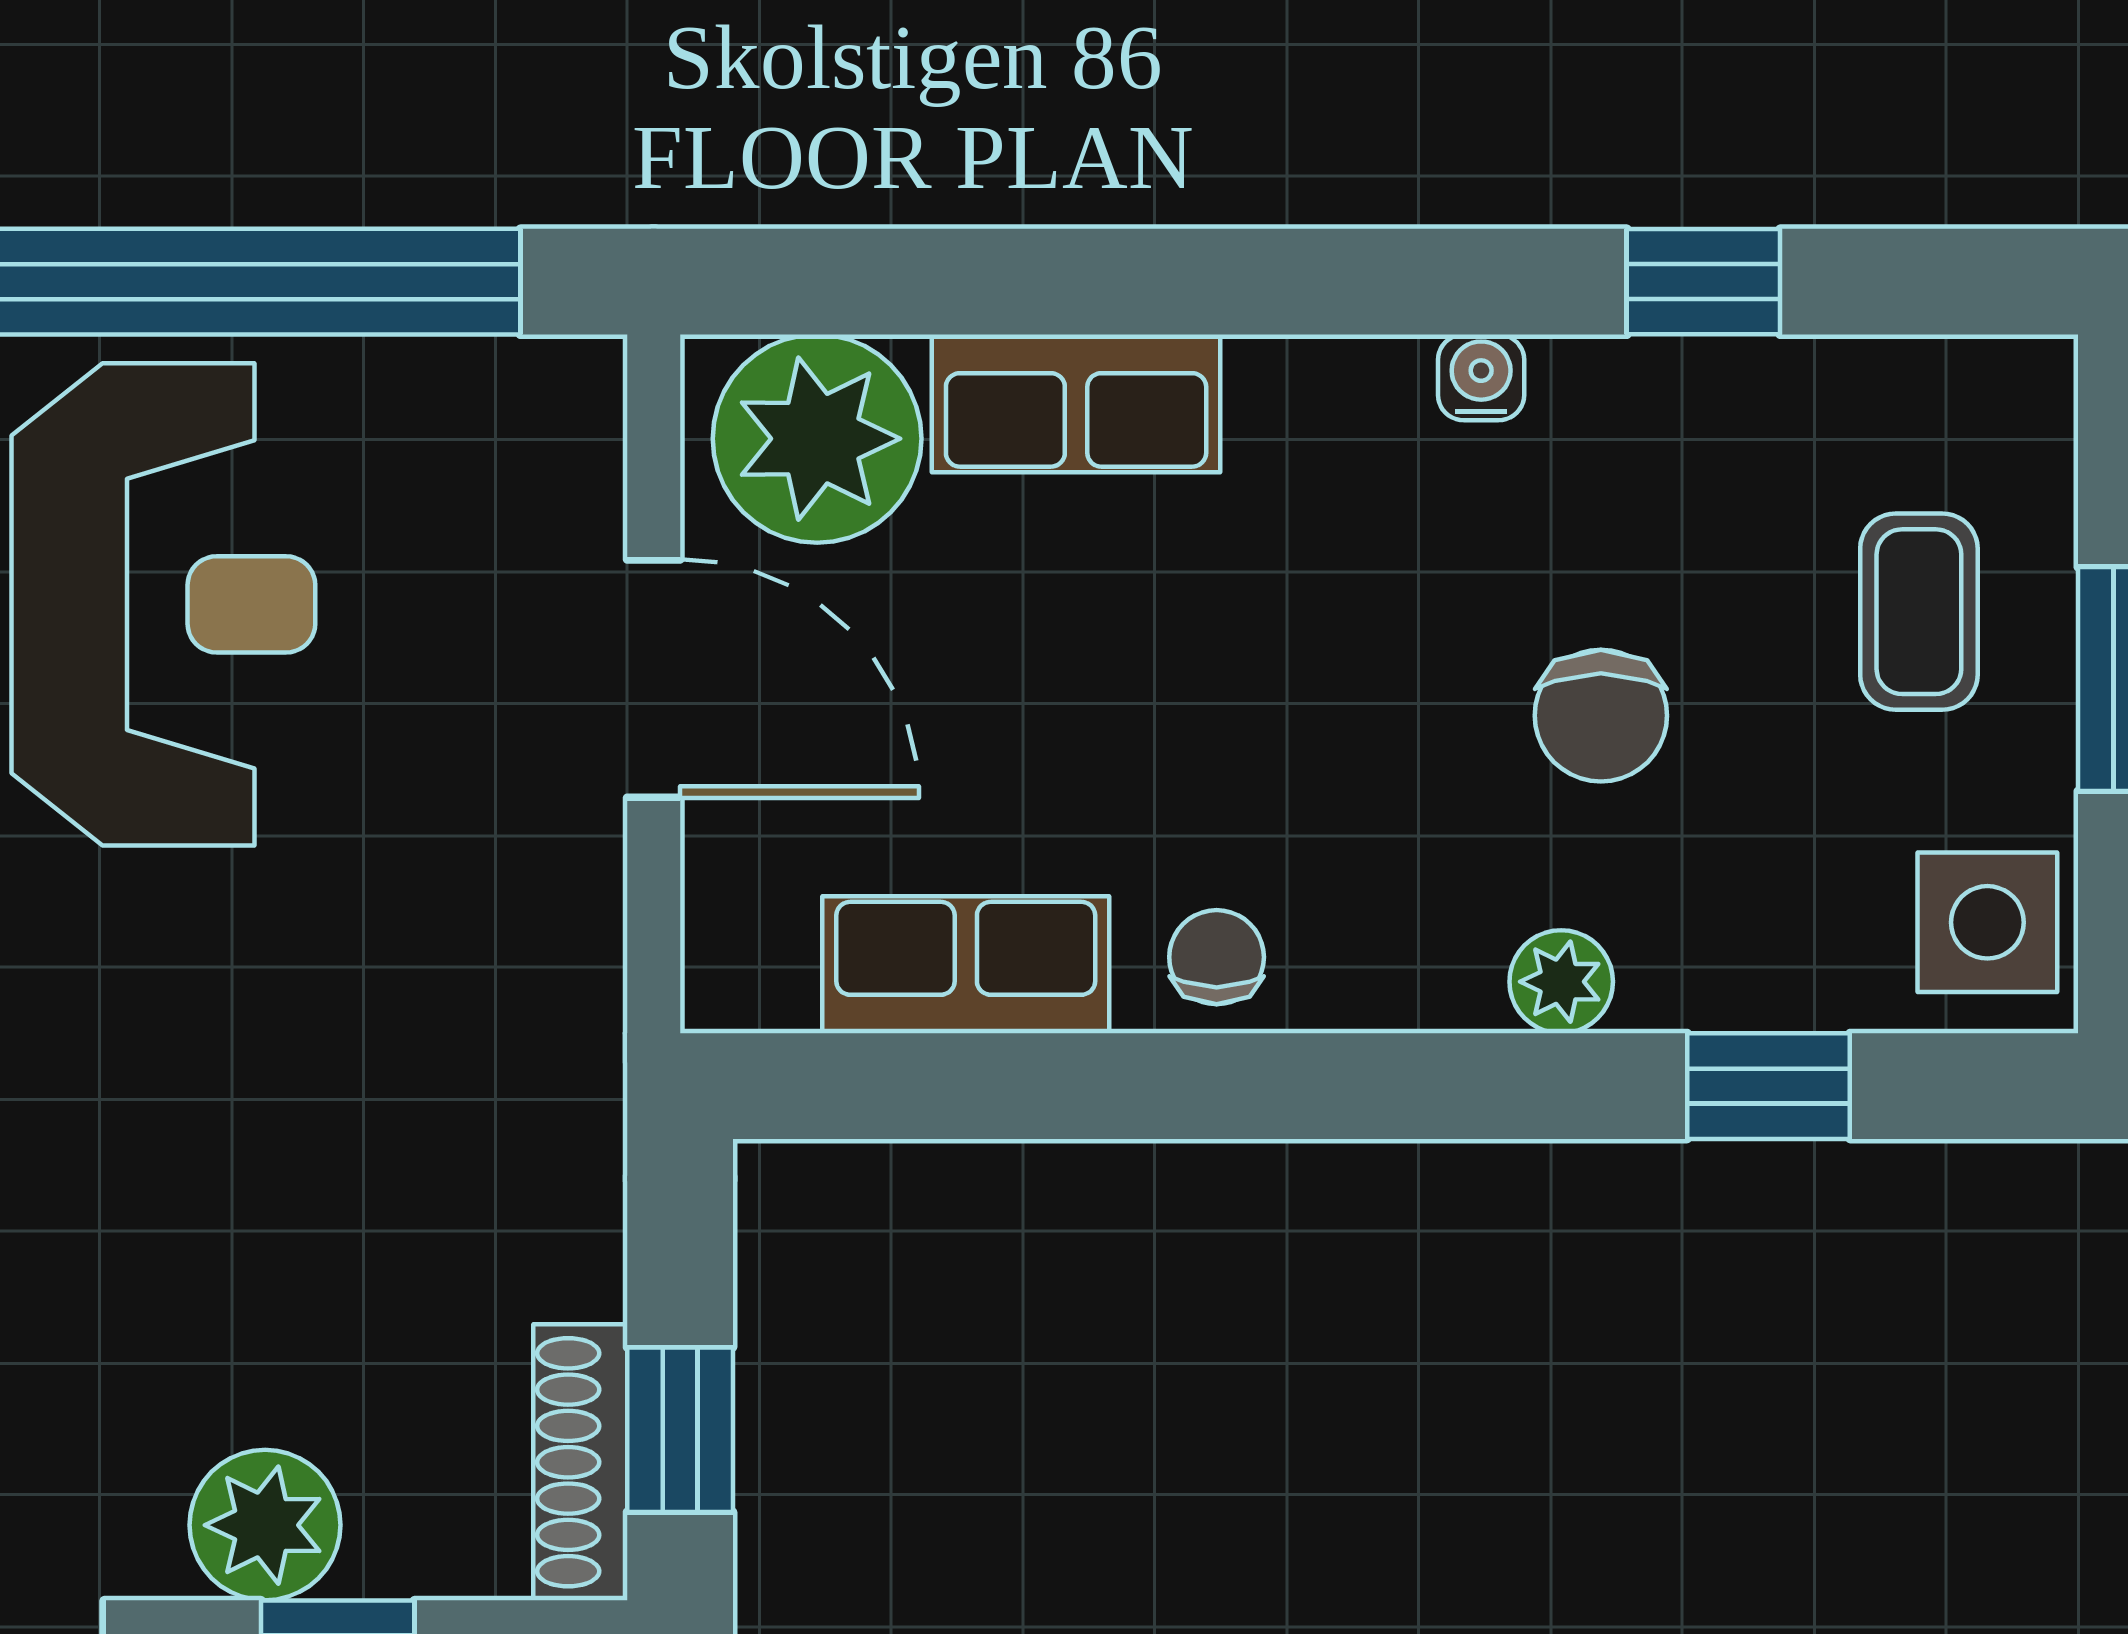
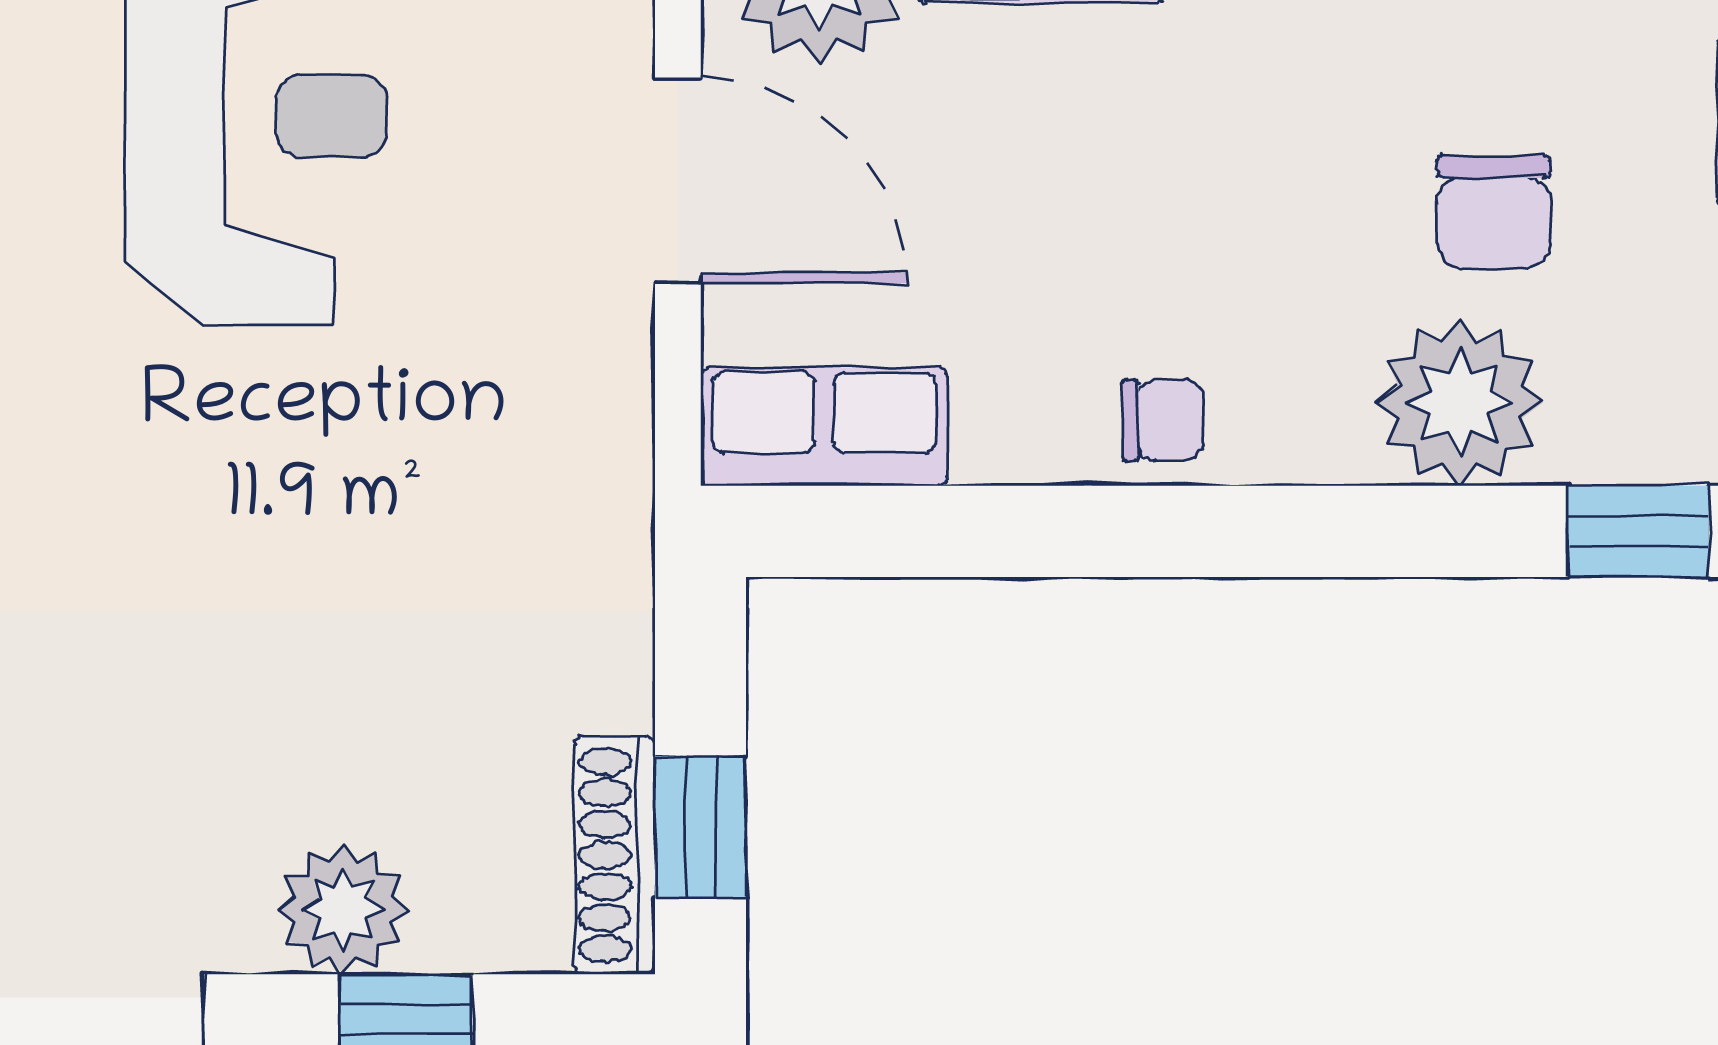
chair: (1217, 957) -> (1163, 420), turned 90
row of seats: (966, 965) -> (824, 427), moved
plant: (1561, 982) -> (1460, 402), width x1.87, depth x1.87

